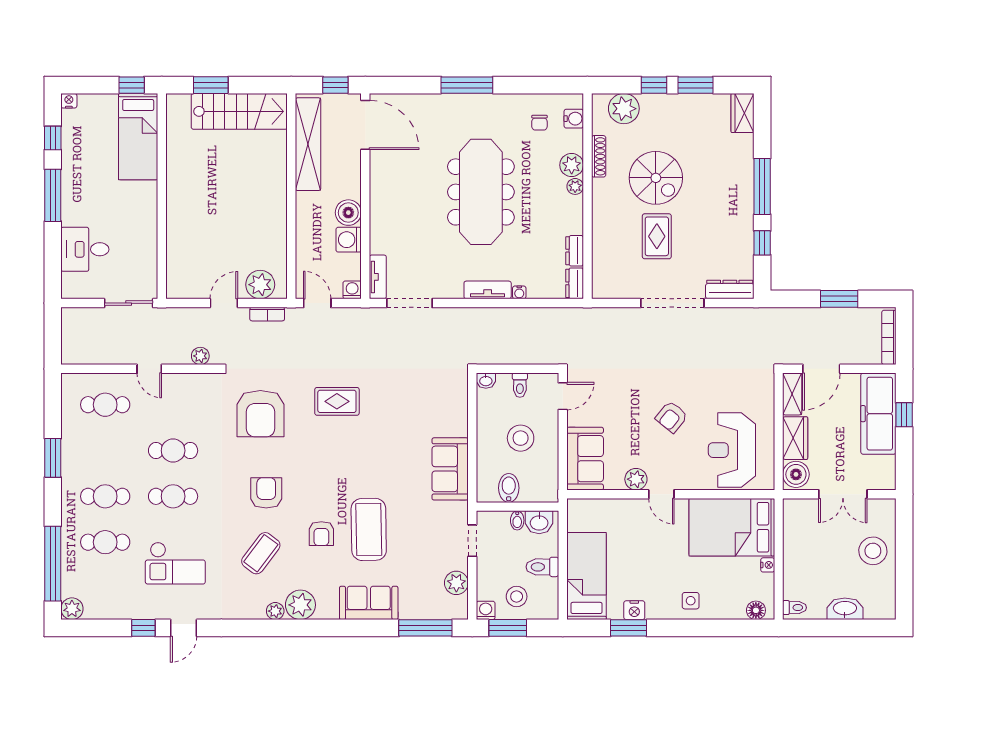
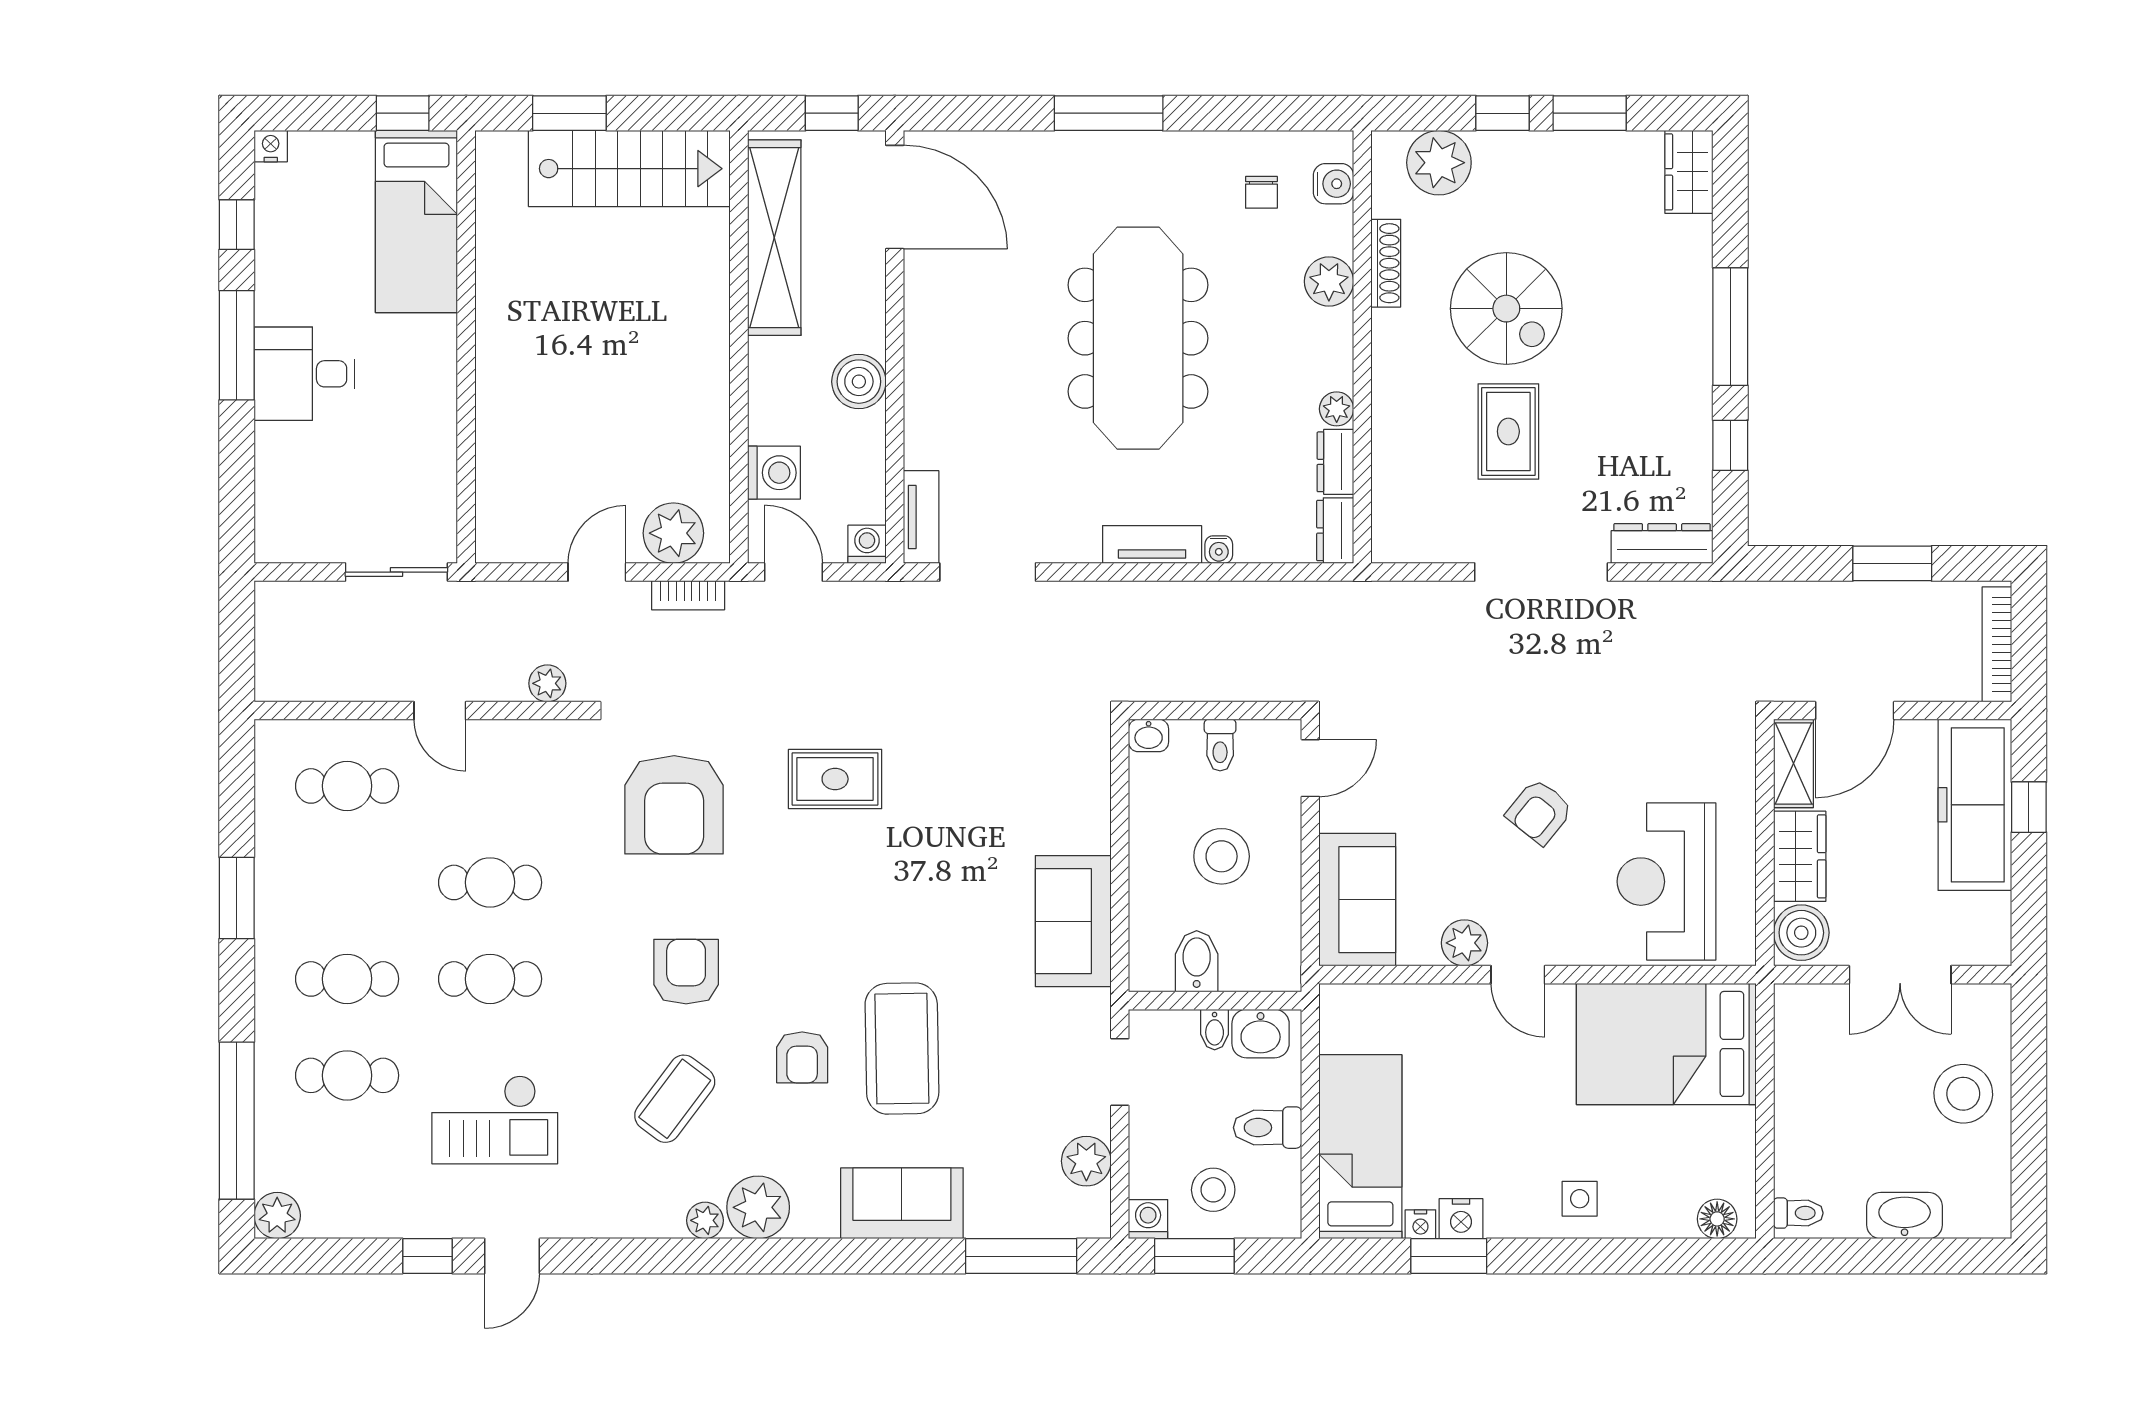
plant: (575, 186) -> (1337, 409), moved
washing machine: (349, 240) -> (774, 473), moved, turned 180
desk: (85, 249) -> (304, 374), moved
nightstand: (768, 565) -> (1420, 1224), moved, turned 90

